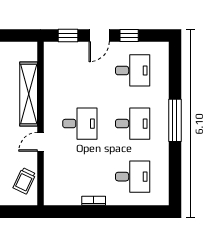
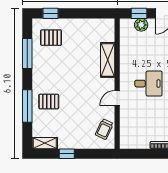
plant: (71, 50) -> (141, 25), added
shelving: (29, 94) -> (108, 60), width x0.68

